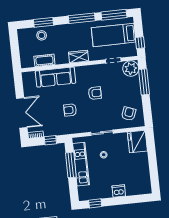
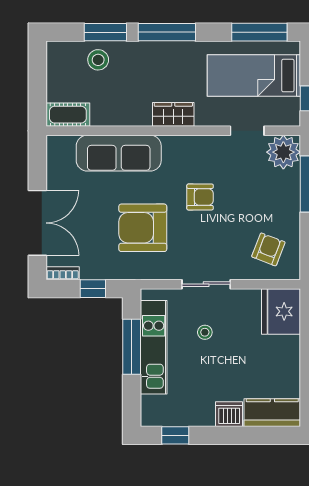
window: (82, 18) -> (167, 32), moved
cot: (44, 60) -> (68, 115), moved
armchair: (70, 110) -> (143, 228), width x1.88, depth x1.88
kitchen counter: (138, 188) -> (272, 413), added

